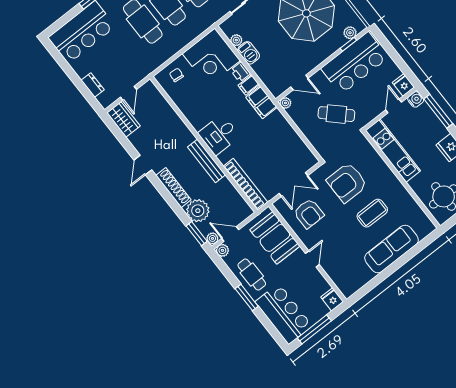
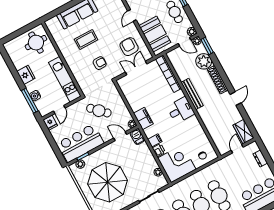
barbecue: (249, 53) -> (137, 137), moved
water cooler: (416, 99) -> (35, 96), moved
filing cabinet: (261, 102) -> (143, 118), moved
armchair: (347, 183) -> (100, 63), width x0.53, depth x0.53

